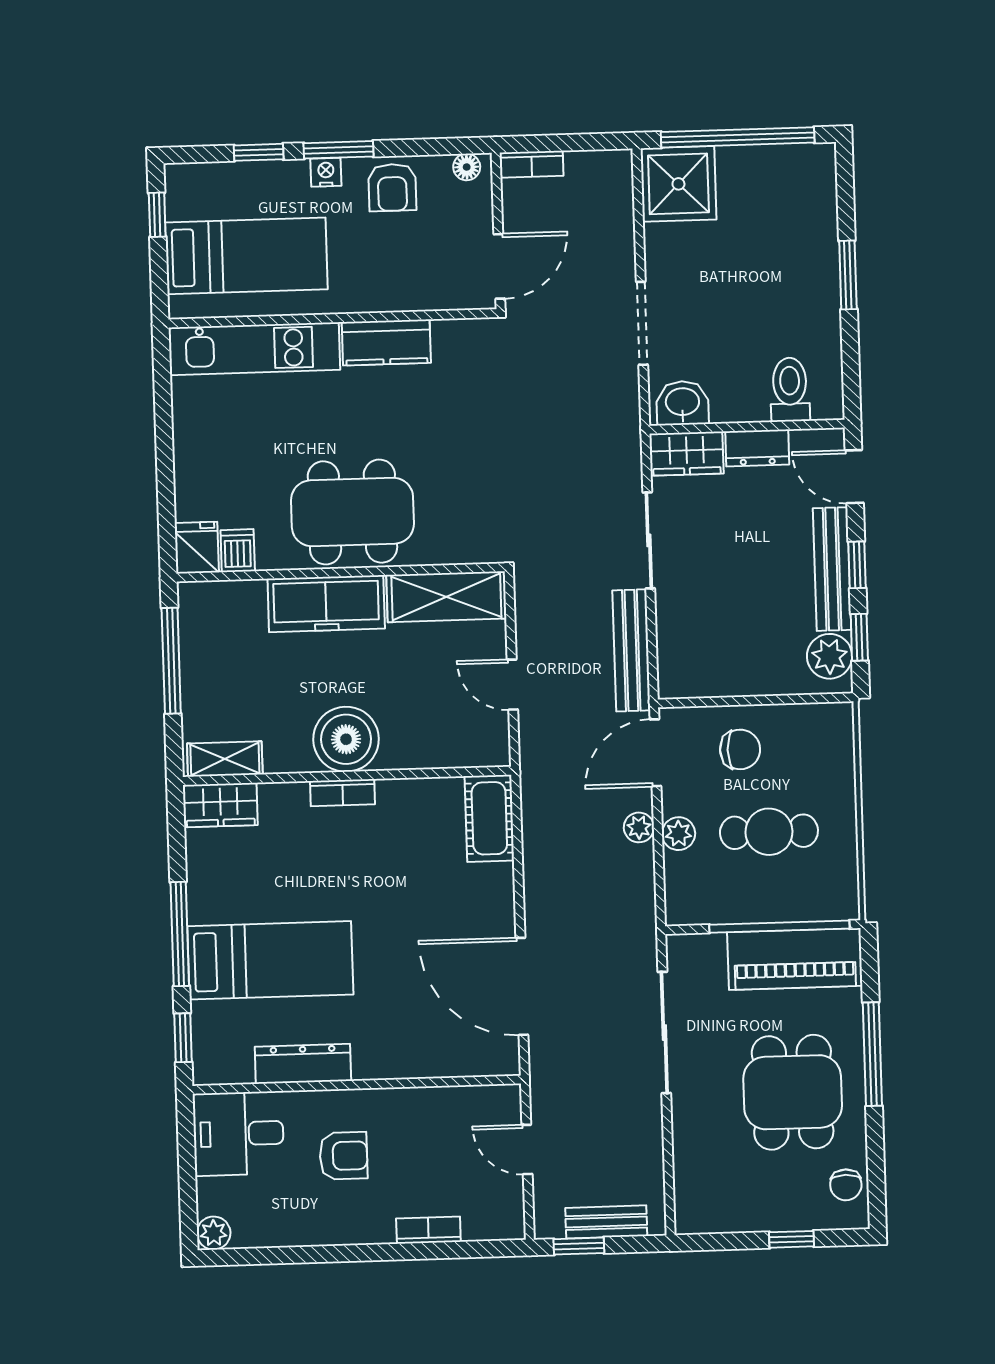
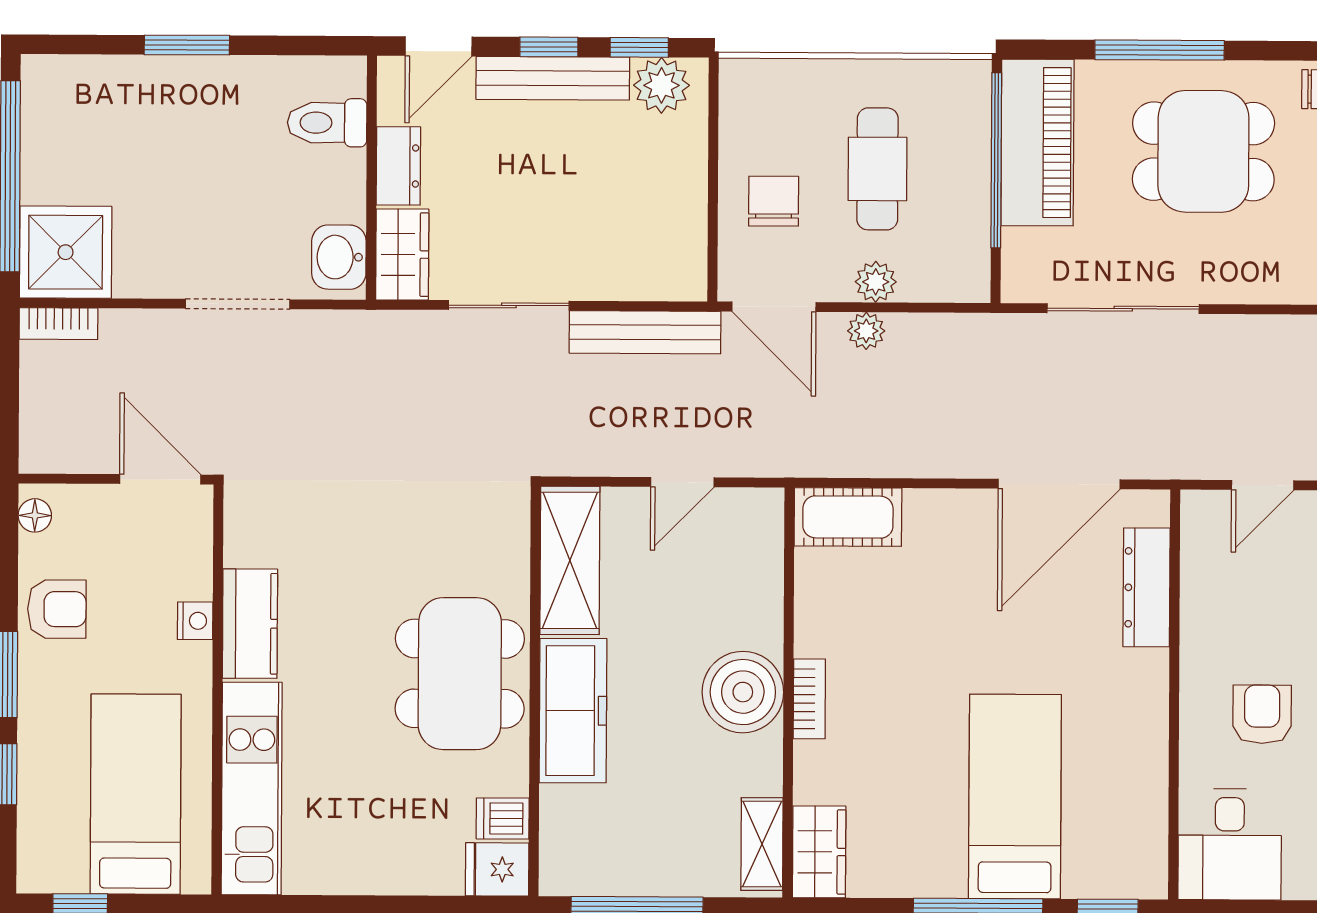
bookcase: (532, 164) -> (58, 324), moved, turned 90
nightstand: (326, 172) -> (195, 621), moved, turned 180
dresser: (303, 1064) -> (1147, 587), moved

